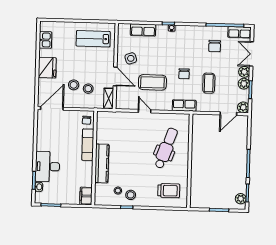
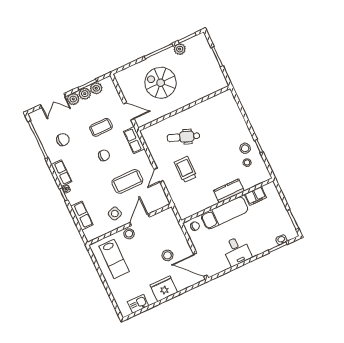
row of seats: (239, 32) -> (61, 173), moved
coffee table: (152, 82) -> (127, 181), turned 90
stool: (88, 89) -> (129, 234), moved
shelving: (109, 98) -> (164, 216), removed
plant: (243, 107) -> (96, 88), moved
door: (228, 114) -> (129, 111), moved
exam couch: (88, 145) -> (224, 213), width x1.36, depth x1.45
dental chair: (166, 148) -> (184, 137), width x0.73, depth x0.72
spiral stairs: (221, 152) -> (161, 83), added
kitchen counter: (102, 163) -> (229, 191), width x0.67
desk: (47, 166) -> (237, 251), moved, width x0.73
trolley: (169, 191) -> (186, 169), moved
filing cabinet: (86, 196) -> (255, 196), moved
plant: (241, 199) -> (180, 49), moved

